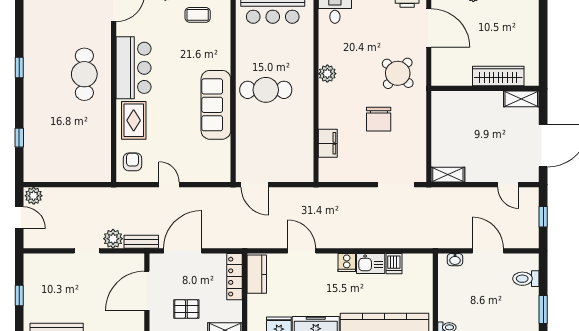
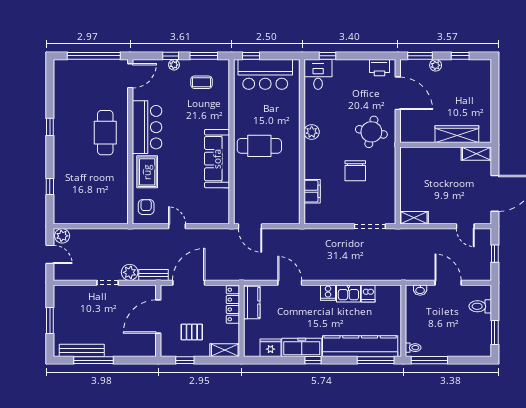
round table: (398, 73) -> (371, 132), turned -30
window: (19, 295) -> (50, 321), width x1.50

